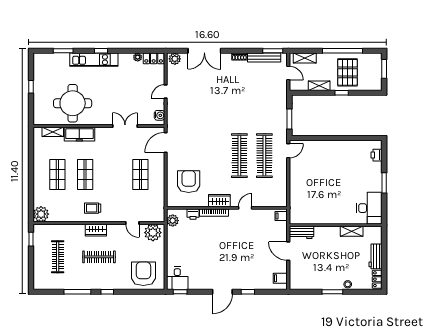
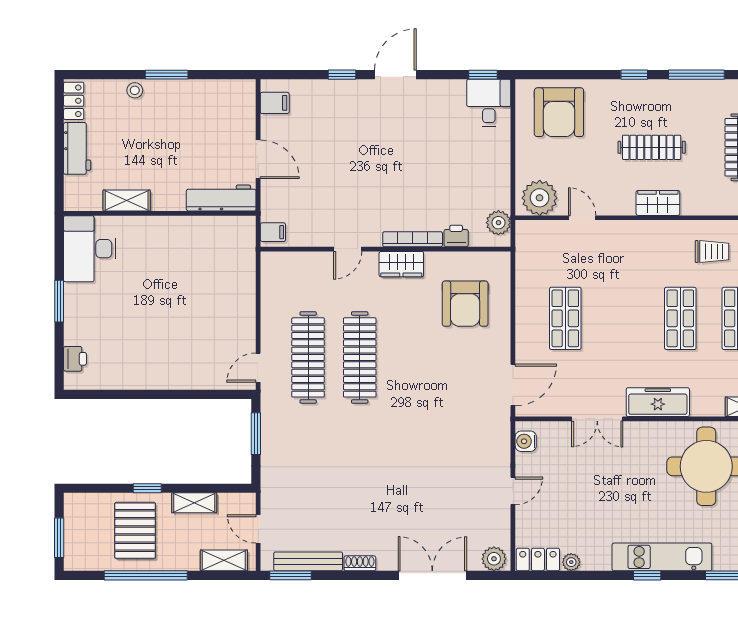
freezer: (79, 134) -> (658, 402), moved
trolley: (93, 208) -> (712, 251), moved
workbench: (302, 232) -> (221, 198), width x1.38

